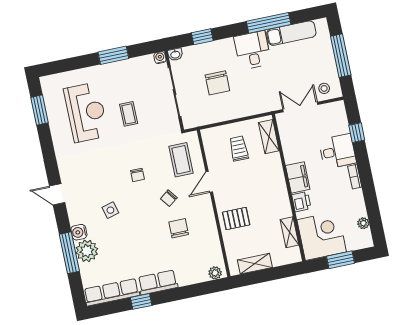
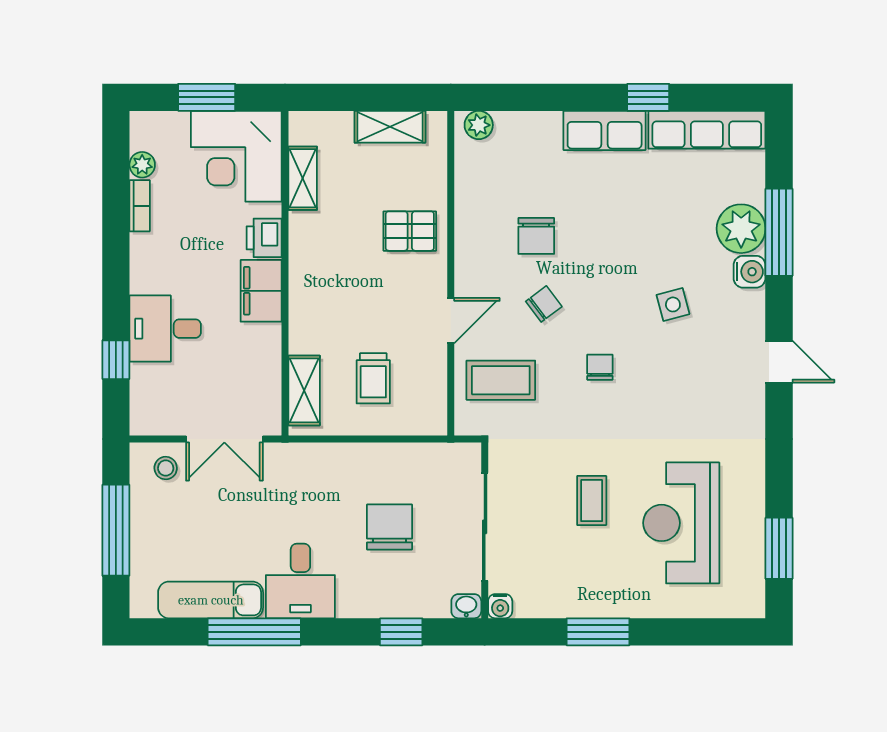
coffee table: (181, 160) -> (501, 380), turned 90
bookcase: (355, 177) -> (140, 206), moved

